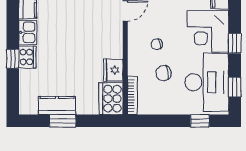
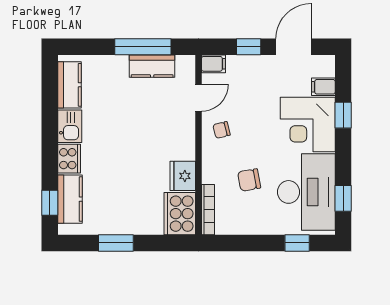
window: (235, 43) -> (343, 115), moved
chair: (157, 44) -> (222, 130), moved
window: (13, 59) -> (50, 203), moved
kitchen counter: (57, 106) -> (70, 199), moved, turned 90

